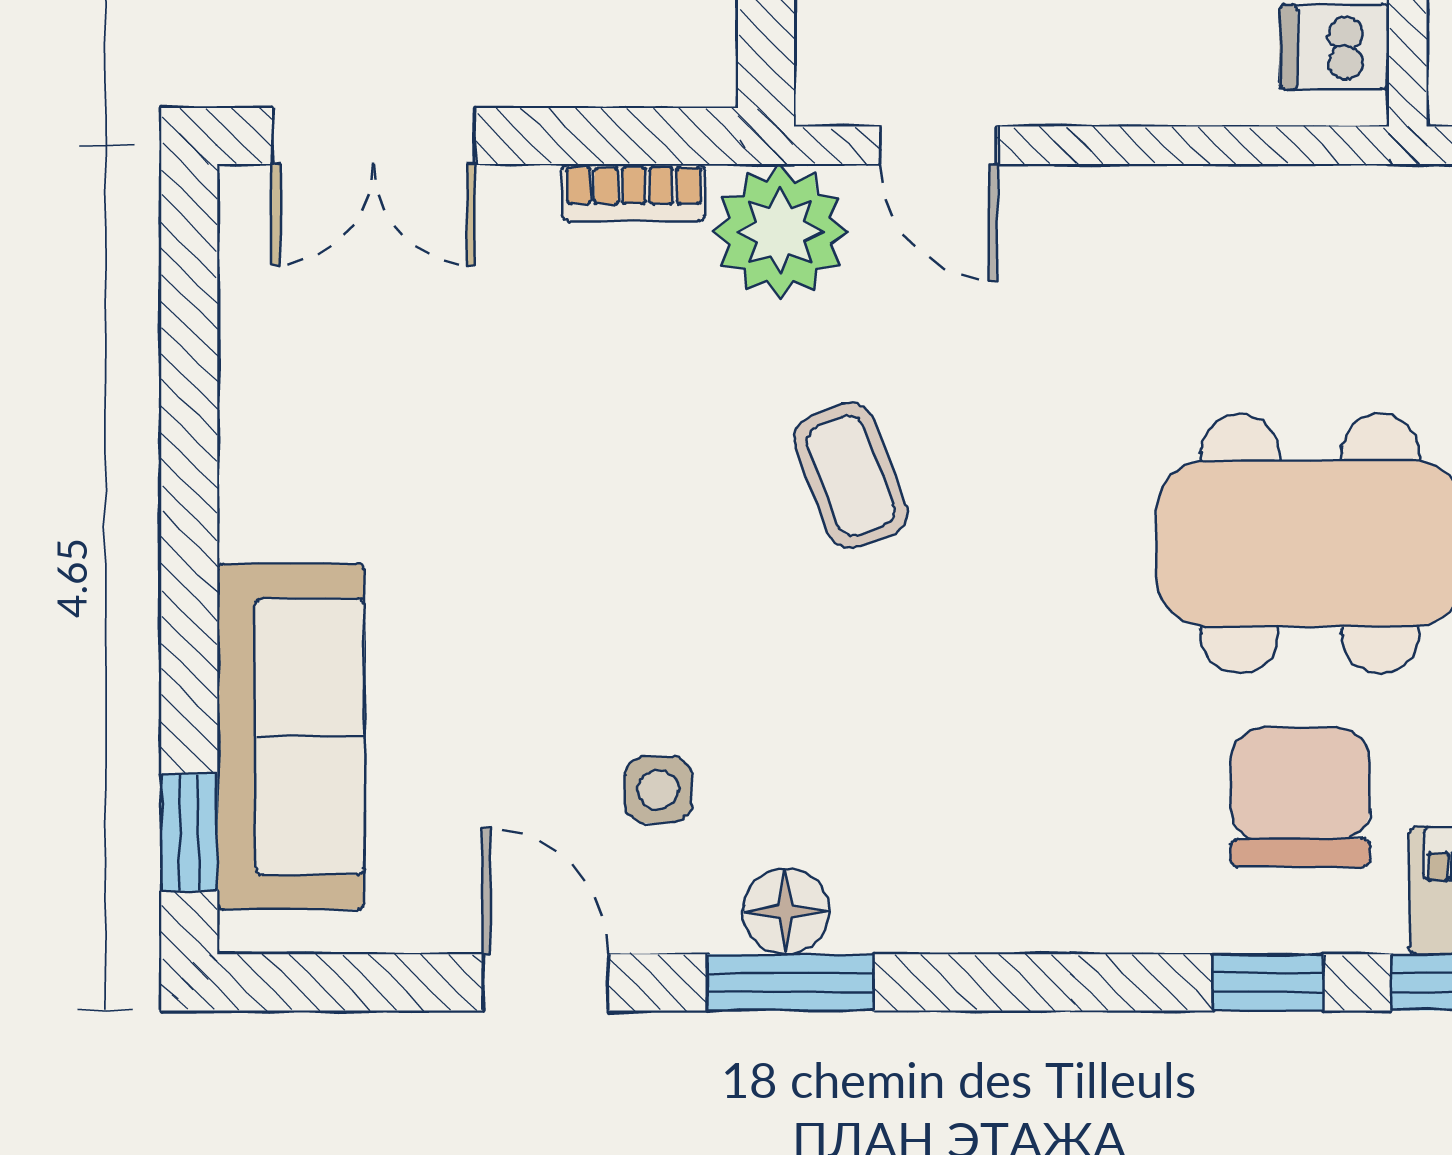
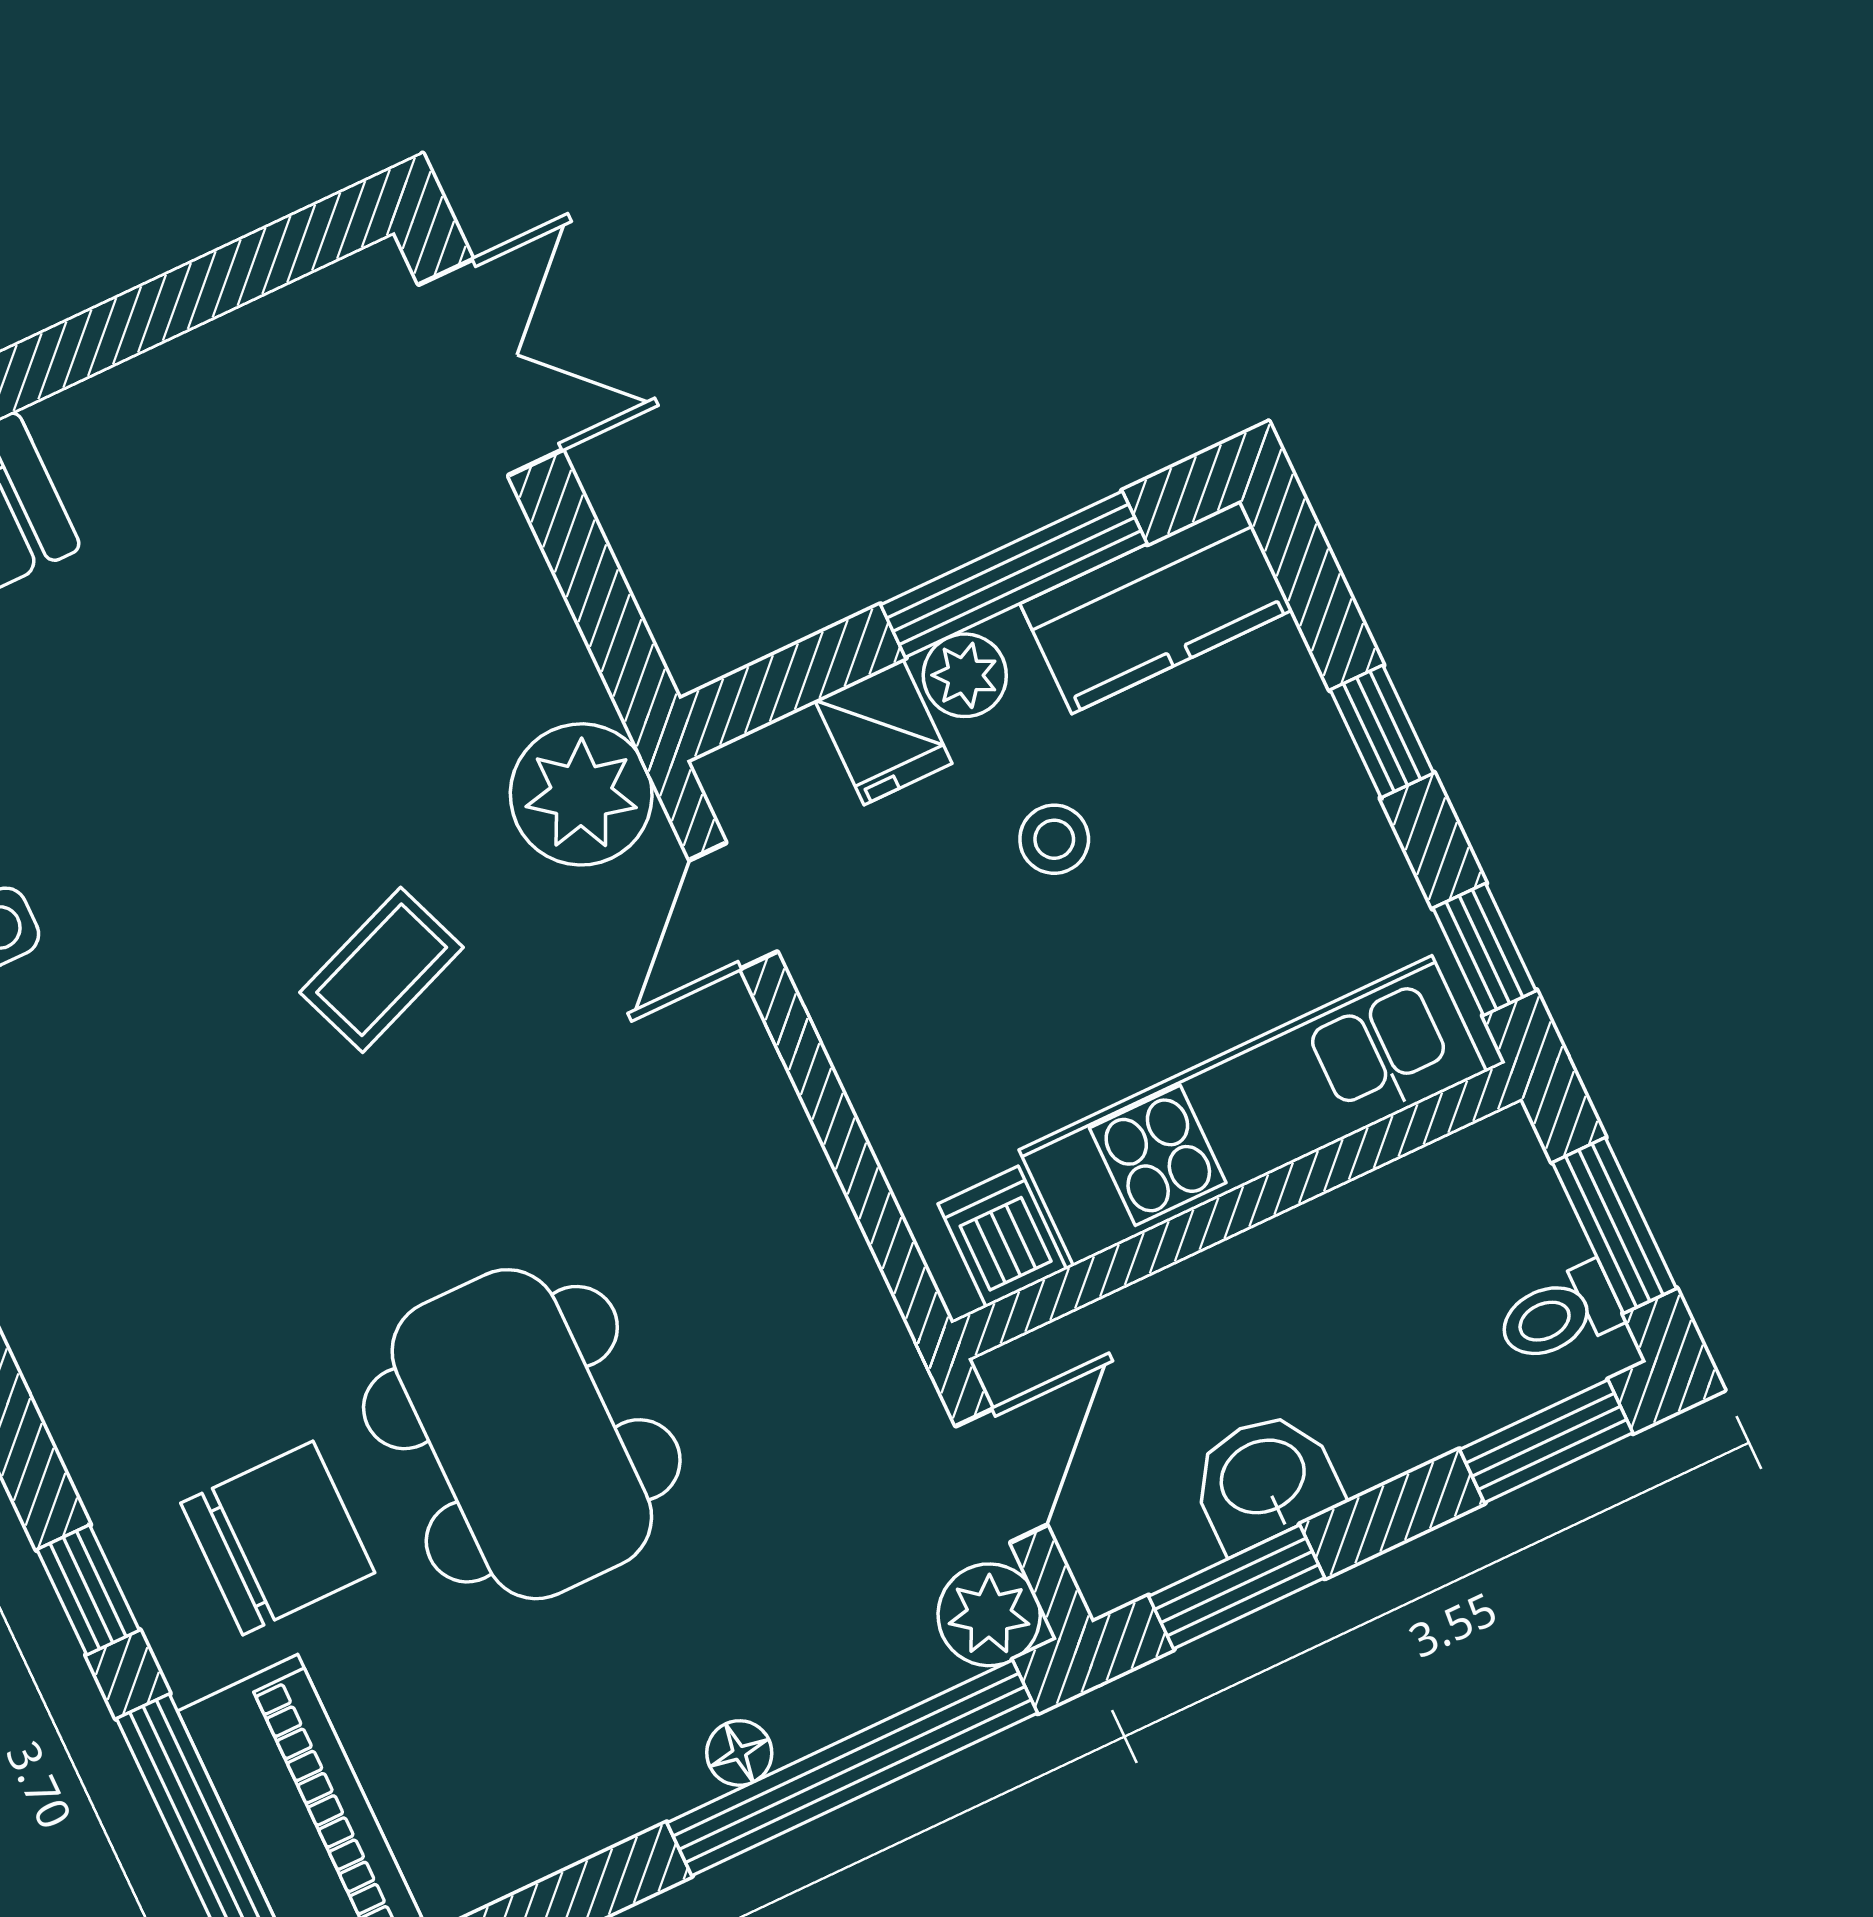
double door: (374, 136) -> (491, 367), swing flipped
bookcase: (634, 193) -> (553, 638), removed

